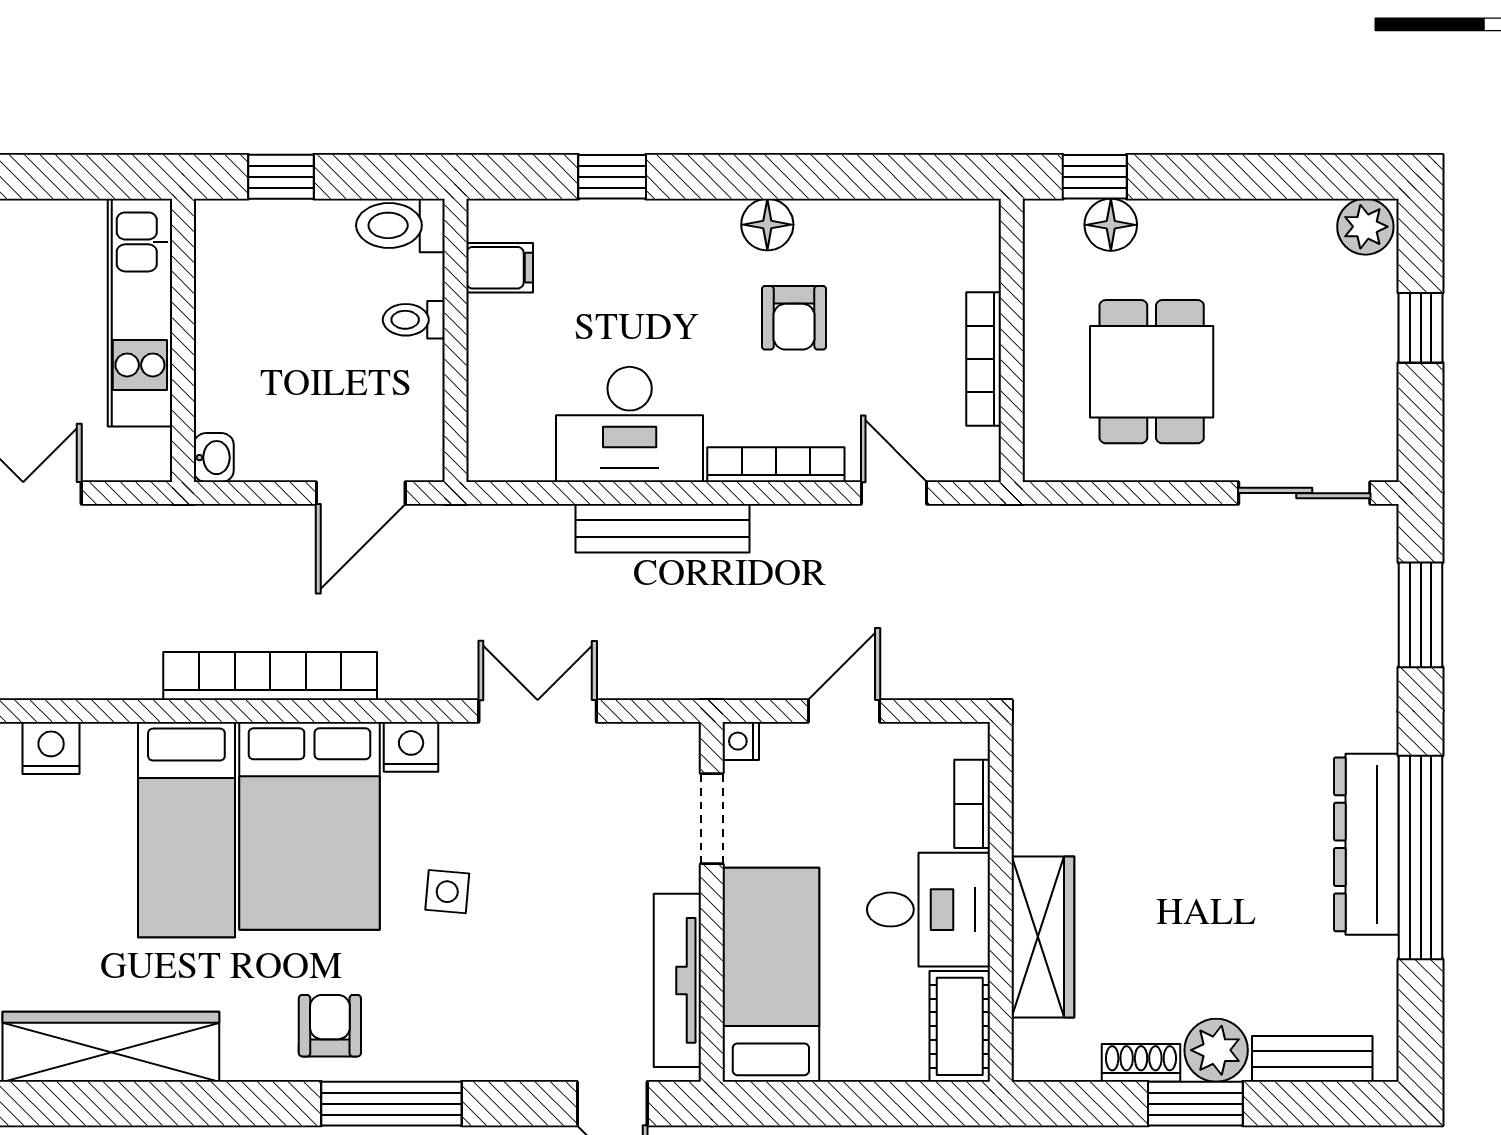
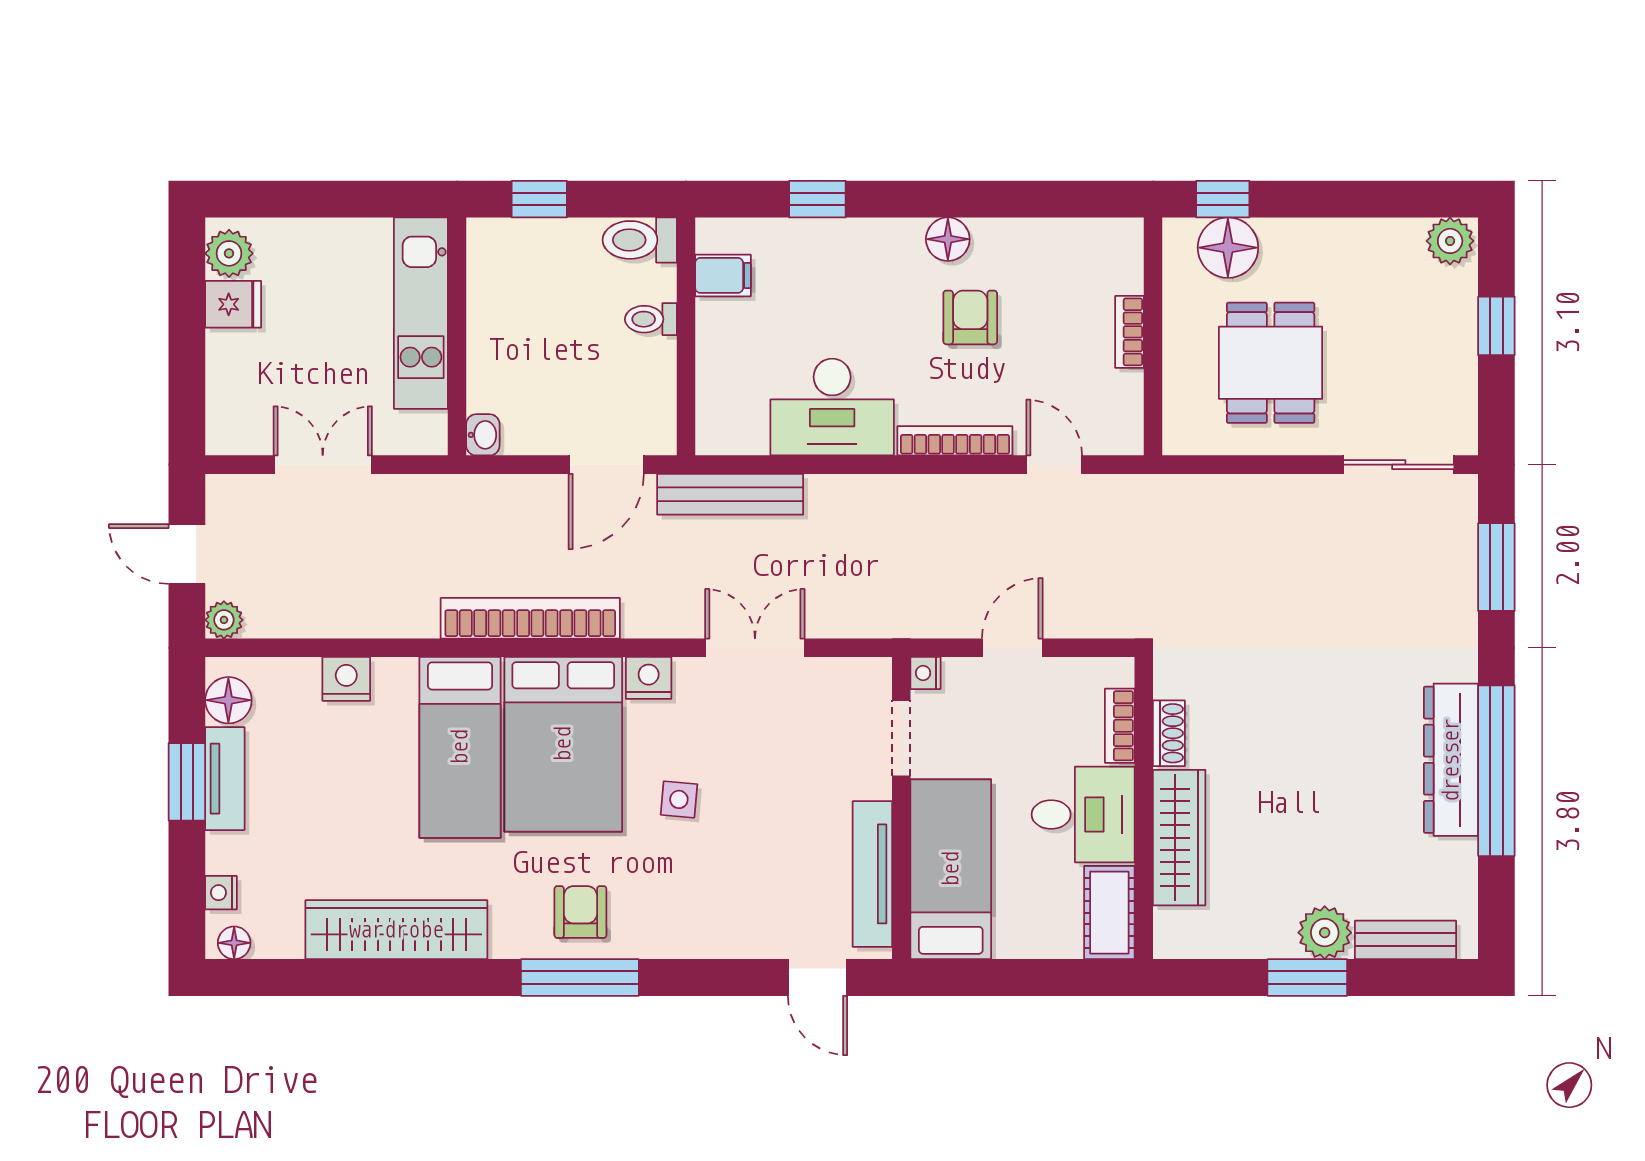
floor lamp: (1111, 225) -> (1228, 248), width x1.38, depth x1.38
armchair: (794, 318) -> (970, 317), turned 180
bookcase: (984, 359) -> (1129, 332), width x0.64
bench: (662, 528) -> (730, 494), moved
shoe rack: (1141, 1063) -> (1169, 733), moved, turned 90
window: (391, 1104) -> (580, 977), moved

